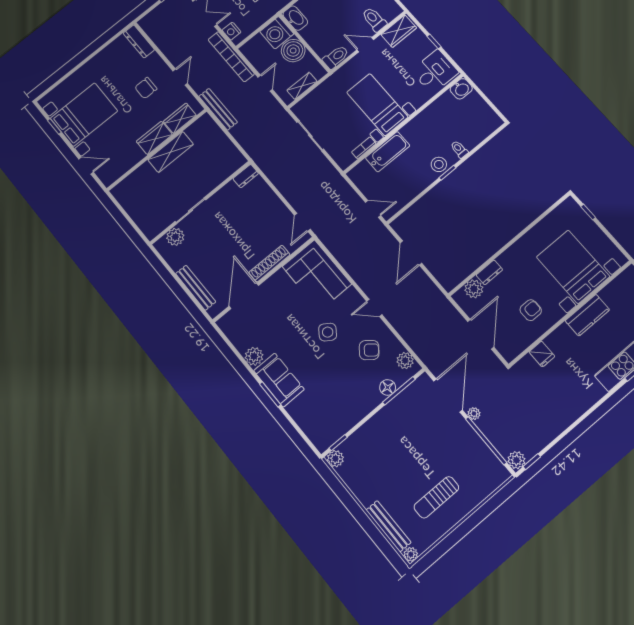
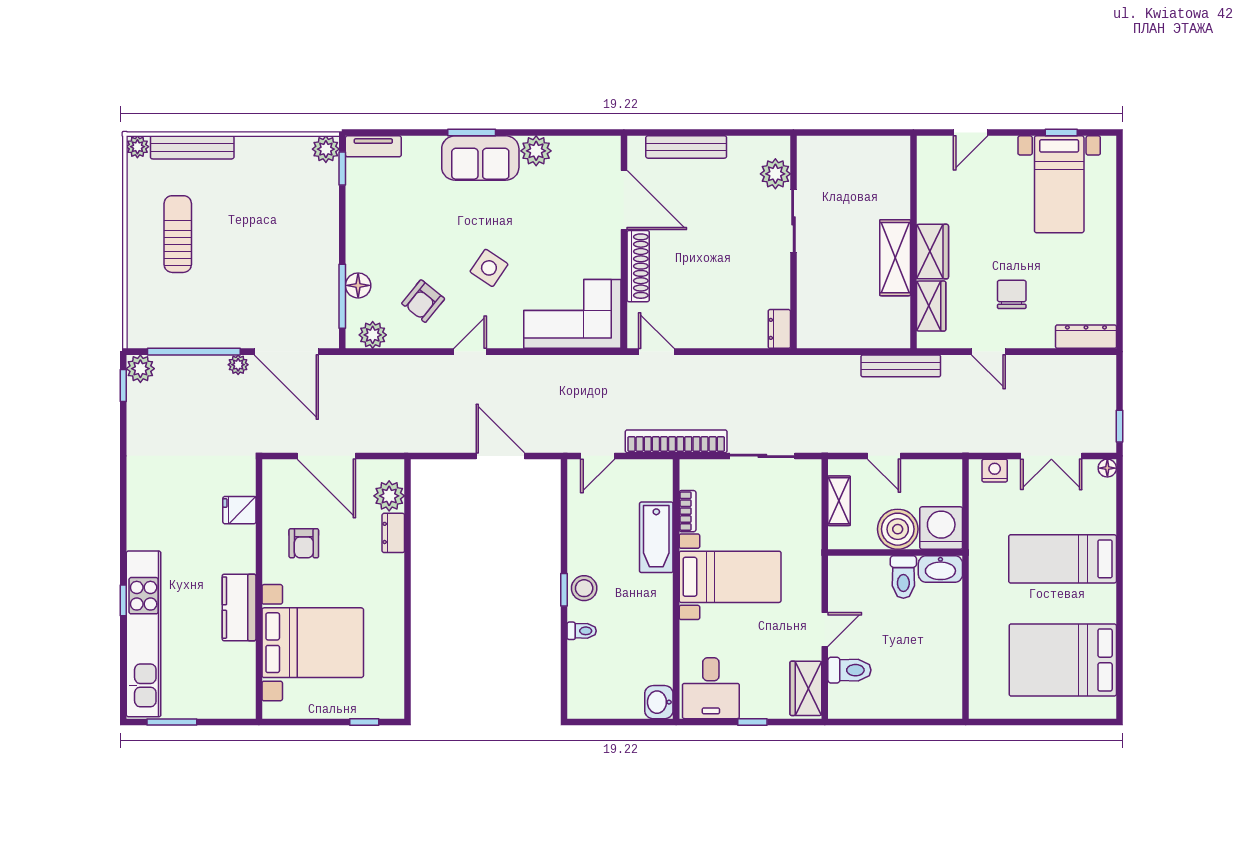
bookcase: (231, 57) -> (676, 441), moved
toilet: (336, 57) -> (903, 577), moved
bed with nightstands: (84, 115) -> (1059, 184), width x0.73
tv unit: (315, 436) -> (373, 146), added

